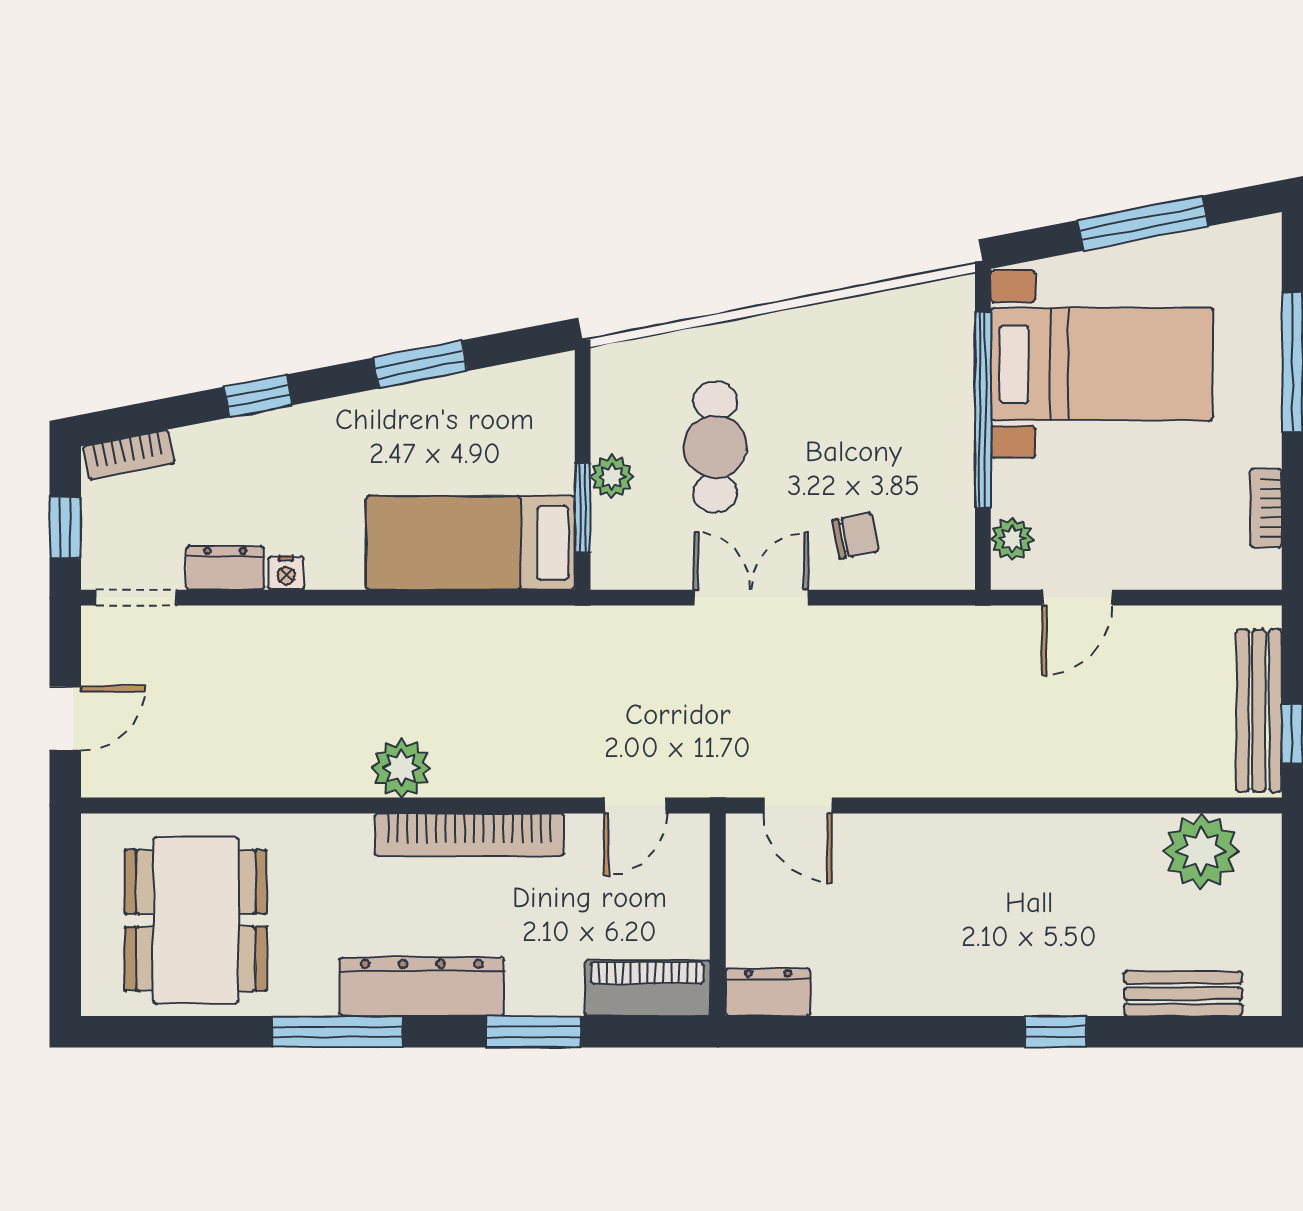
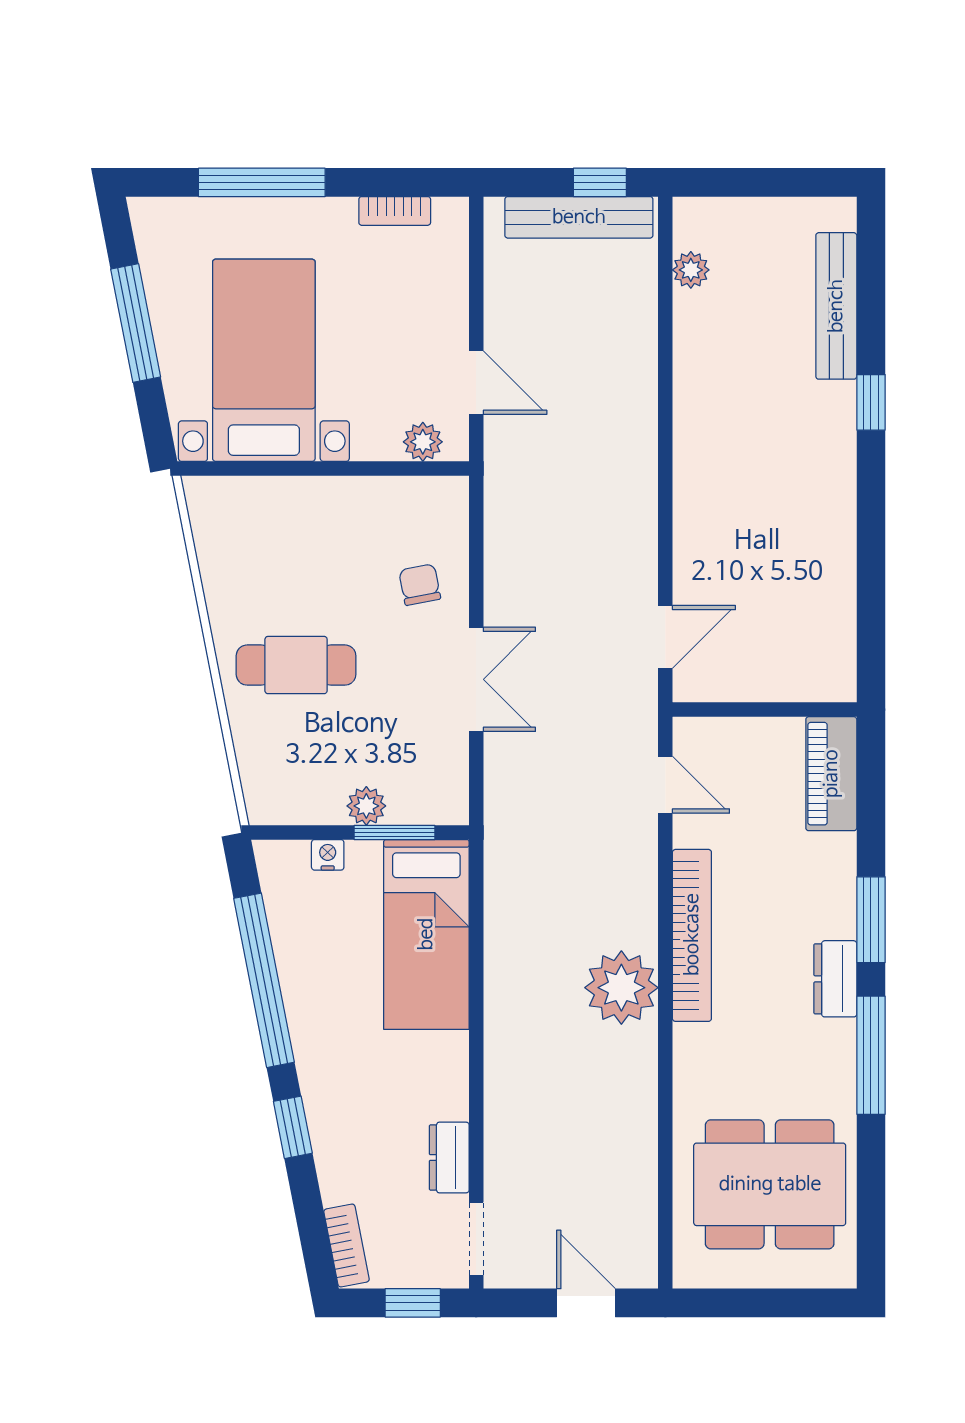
window: (420, 364) -> (264, 980), width x2.11
window: (983, 410) -> (306, 468), removed
cafe table: (715, 447) -> (296, 665), moved
nightstand: (286, 573) -> (328, 855), moved, turned -90
double door: (751, 598) -> (476, 679), swing flipped
plant: (401, 768) -> (621, 988), width x1.36, depth x1.36
plant: (1201, 851) -> (691, 270), width x0.53, depth x0.53
dresser: (422, 987) -> (835, 979), width x0.51, depth x0.80
dresser: (768, 992) -> (835, 664), removed
bench: (1183, 994) -> (836, 306), width x1.36
window: (534, 1032) -> (871, 920), moved

